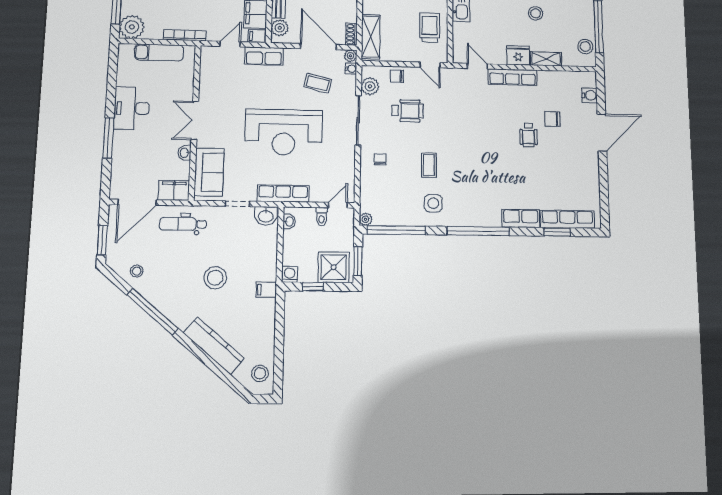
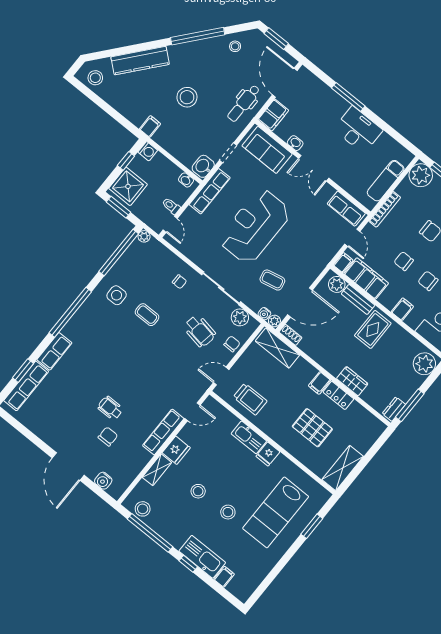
row of seats: (264, 56) -> (346, 209), moved, turned -90
coffee table: (318, 83) -> (272, 280), turned 65
wheelchair: (407, 111) -> (200, 331), turned -80
double door: (195, 121) -> (314, 168), swing flipped
dental chair: (183, 224) -> (244, 103), turned 180

